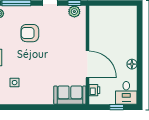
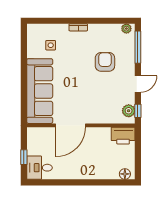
floor lamp: (132, 64) -> (125, 174), moved
printer: (94, 90) -> (123, 136), moved, width x1.87, depth x1.48
sofa: (70, 95) -> (40, 91), width x1.85, depth x1.27

